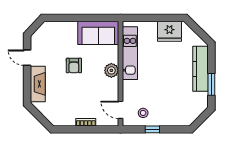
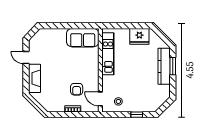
armchair: (74, 65) -> (77, 89), moved
plant: (111, 70) -> (93, 68), removed
window: (211, 84) -> (173, 66), moved
window: (152, 129) -> (137, 115), moved

